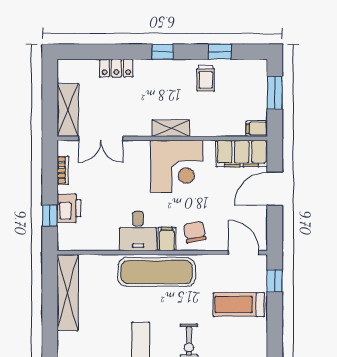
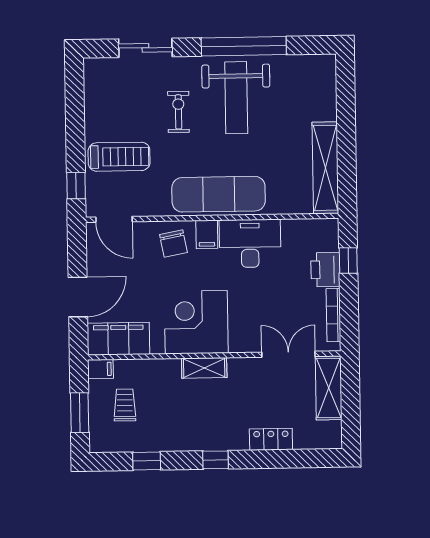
trolley: (206, 78) -> (125, 405), moved
bookcase: (63, 170) -> (333, 315), width x1.56
desk: (138, 231) -> (250, 243), width x1.37

